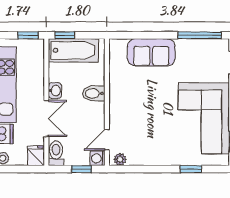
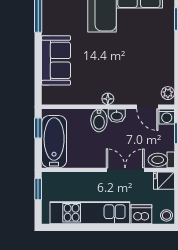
window: (65, 35) -> (38, 128), moved
washbasin: (55, 91) -> (117, 116), moved, turned 180
floor lamp: (114, 102) -> (108, 99), added

